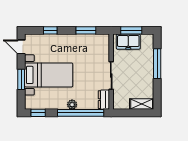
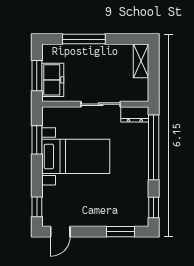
window: (50, 30) -> (37, 207), moved
bed with nightstands: (49, 75) -> (76, 156), moved, turned 90
window: (21, 79) -> (121, 232), moved
plant: (72, 105) -> (142, 160), removed

